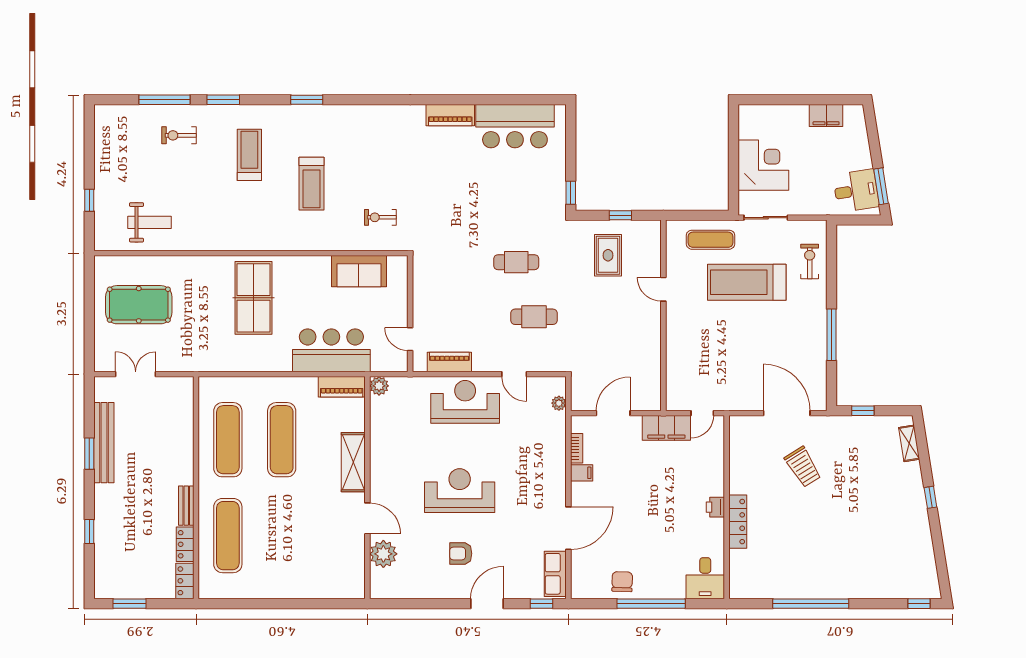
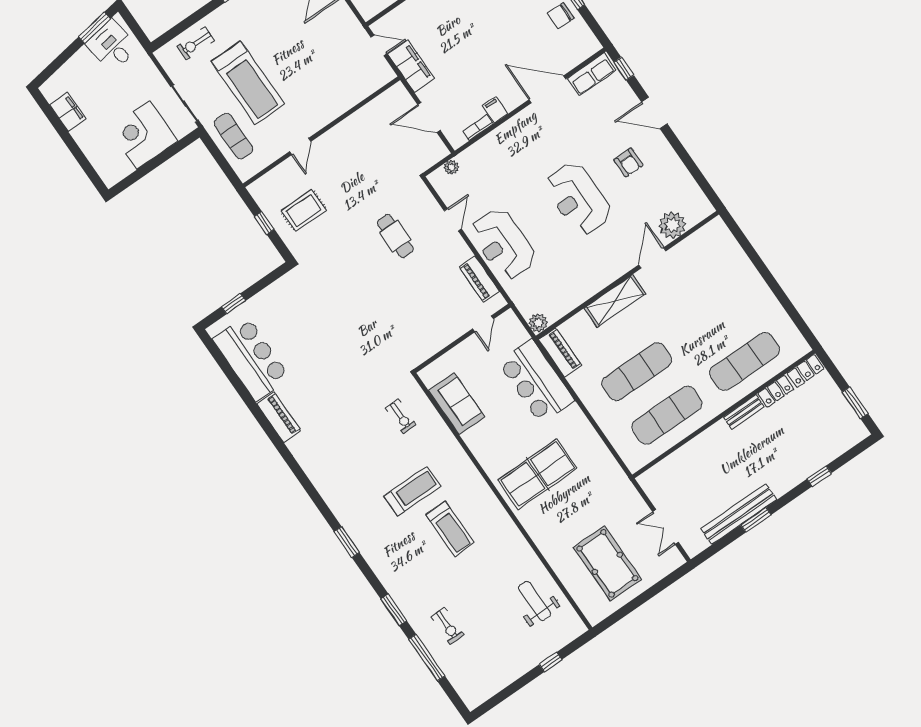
treadmill: (249, 155) -> (450, 529), moved, turned -90
window: (571, 193) -> (234, 304), moved
cafe table: (516, 262) -> (361, 281), removed

